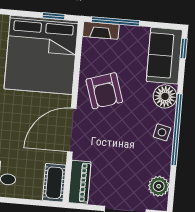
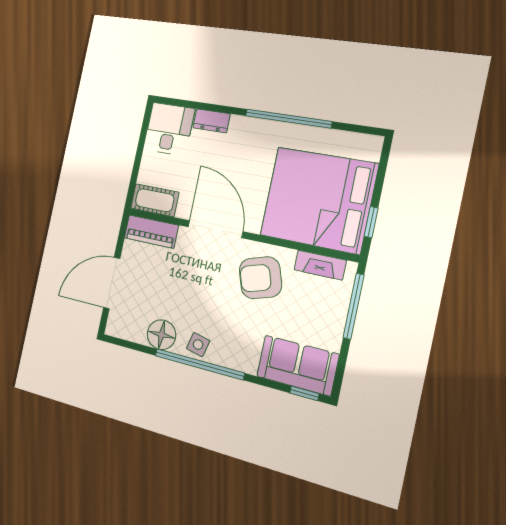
fireplace: (101, 30) -> (320, 265), moved, turned -90
floor lamp: (165, 96) -> (161, 335), moved
plant: (159, 186) -> (134, 329), removed

